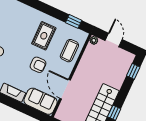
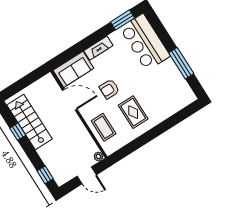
window: (74, 21) -> (129, 149), removed

